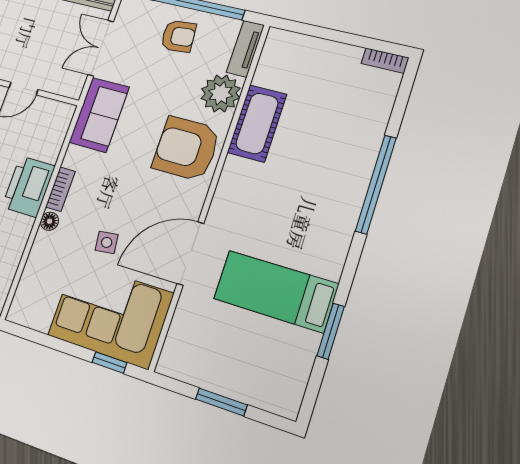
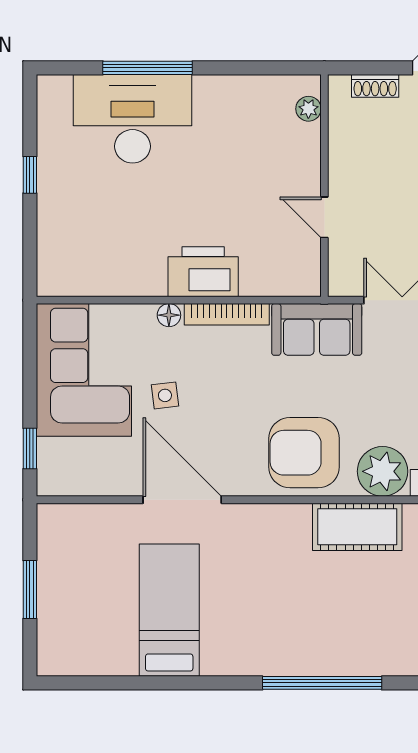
armchair: (186, 149) -> (304, 453), turned -90
bookcase: (60, 189) -> (227, 314), width x1.56
corner sofa: (110, 314) -> (84, 370), moved
window: (331, 331) -> (145, 683), removed

